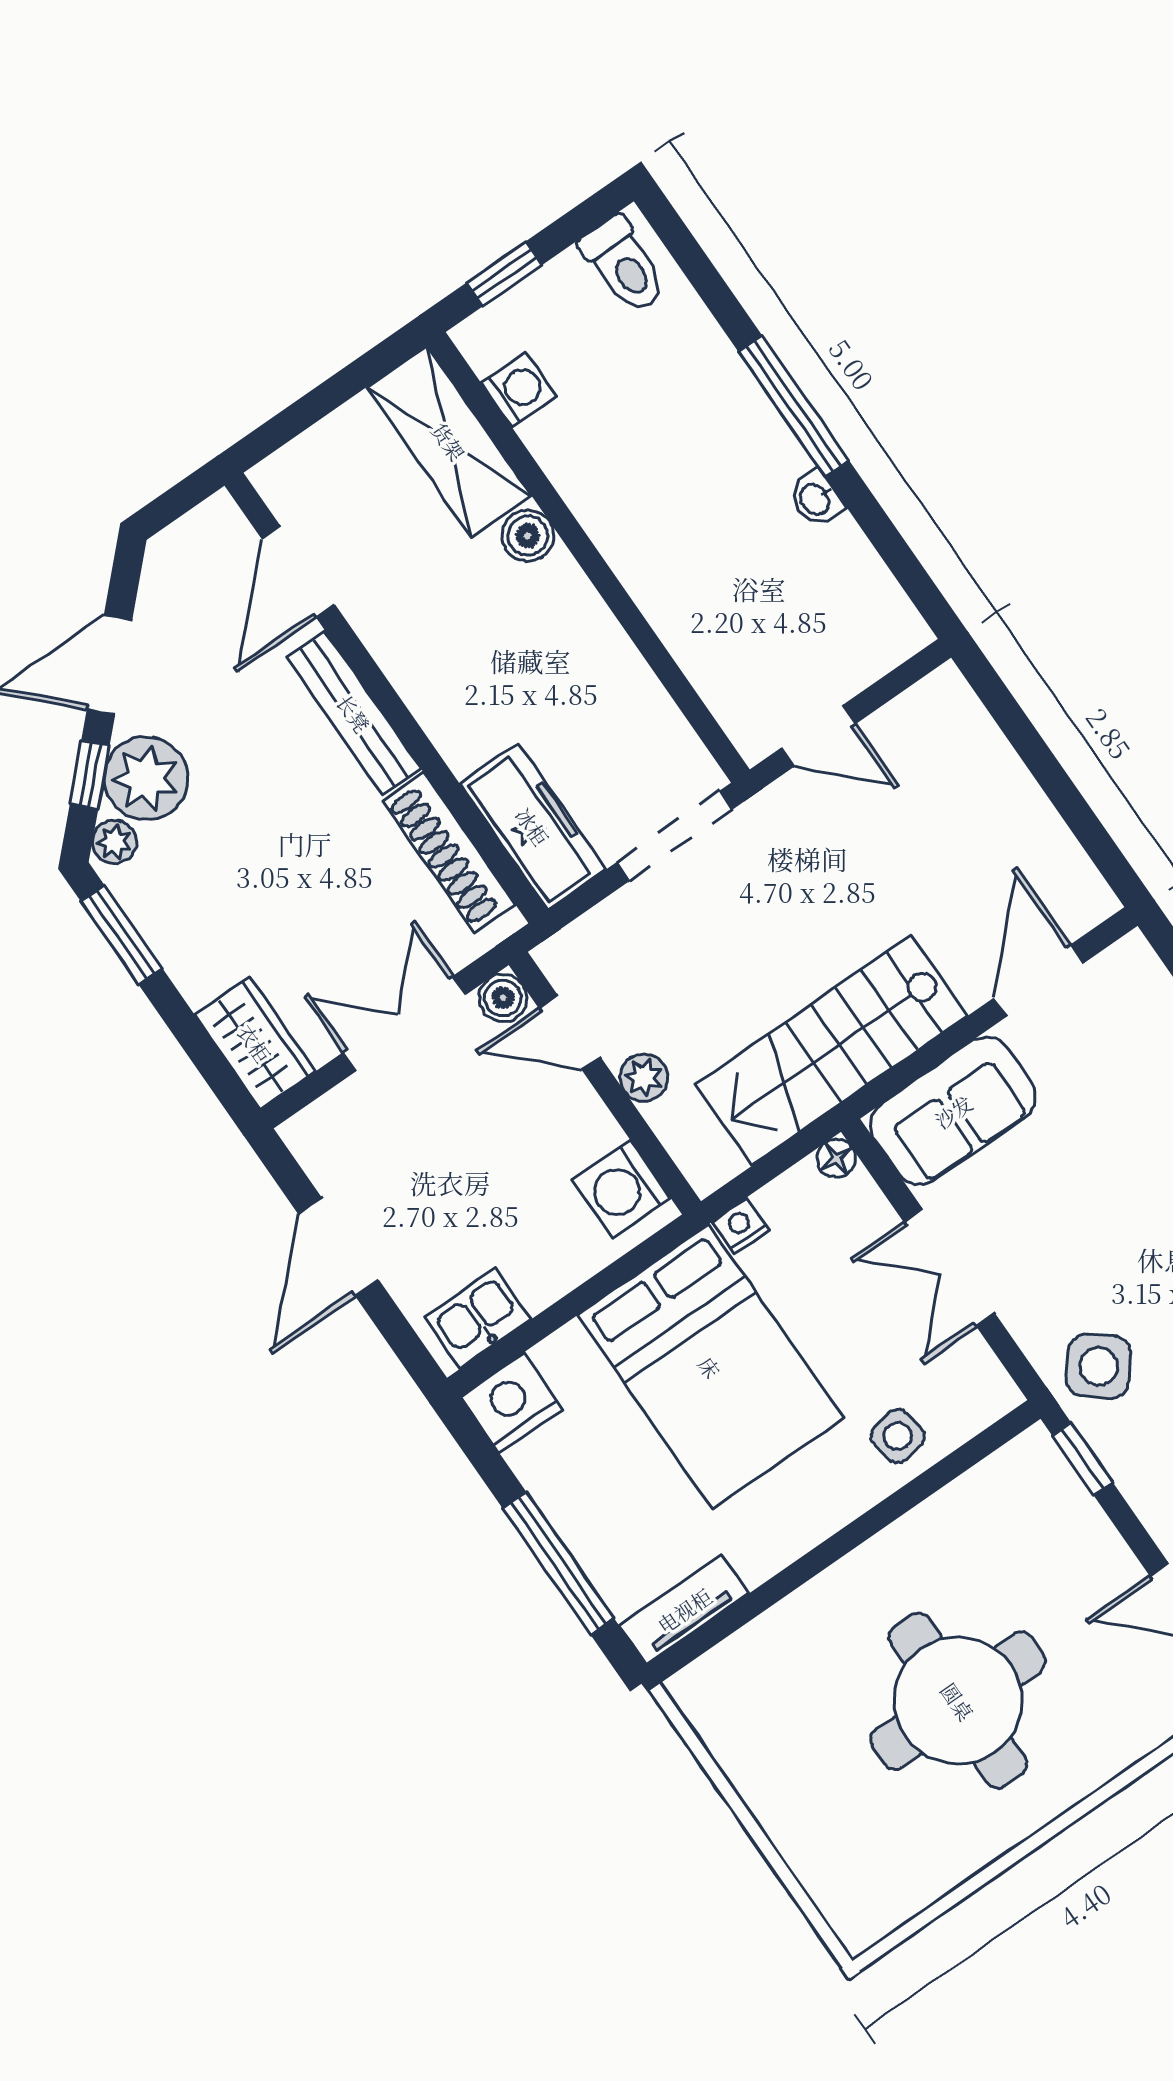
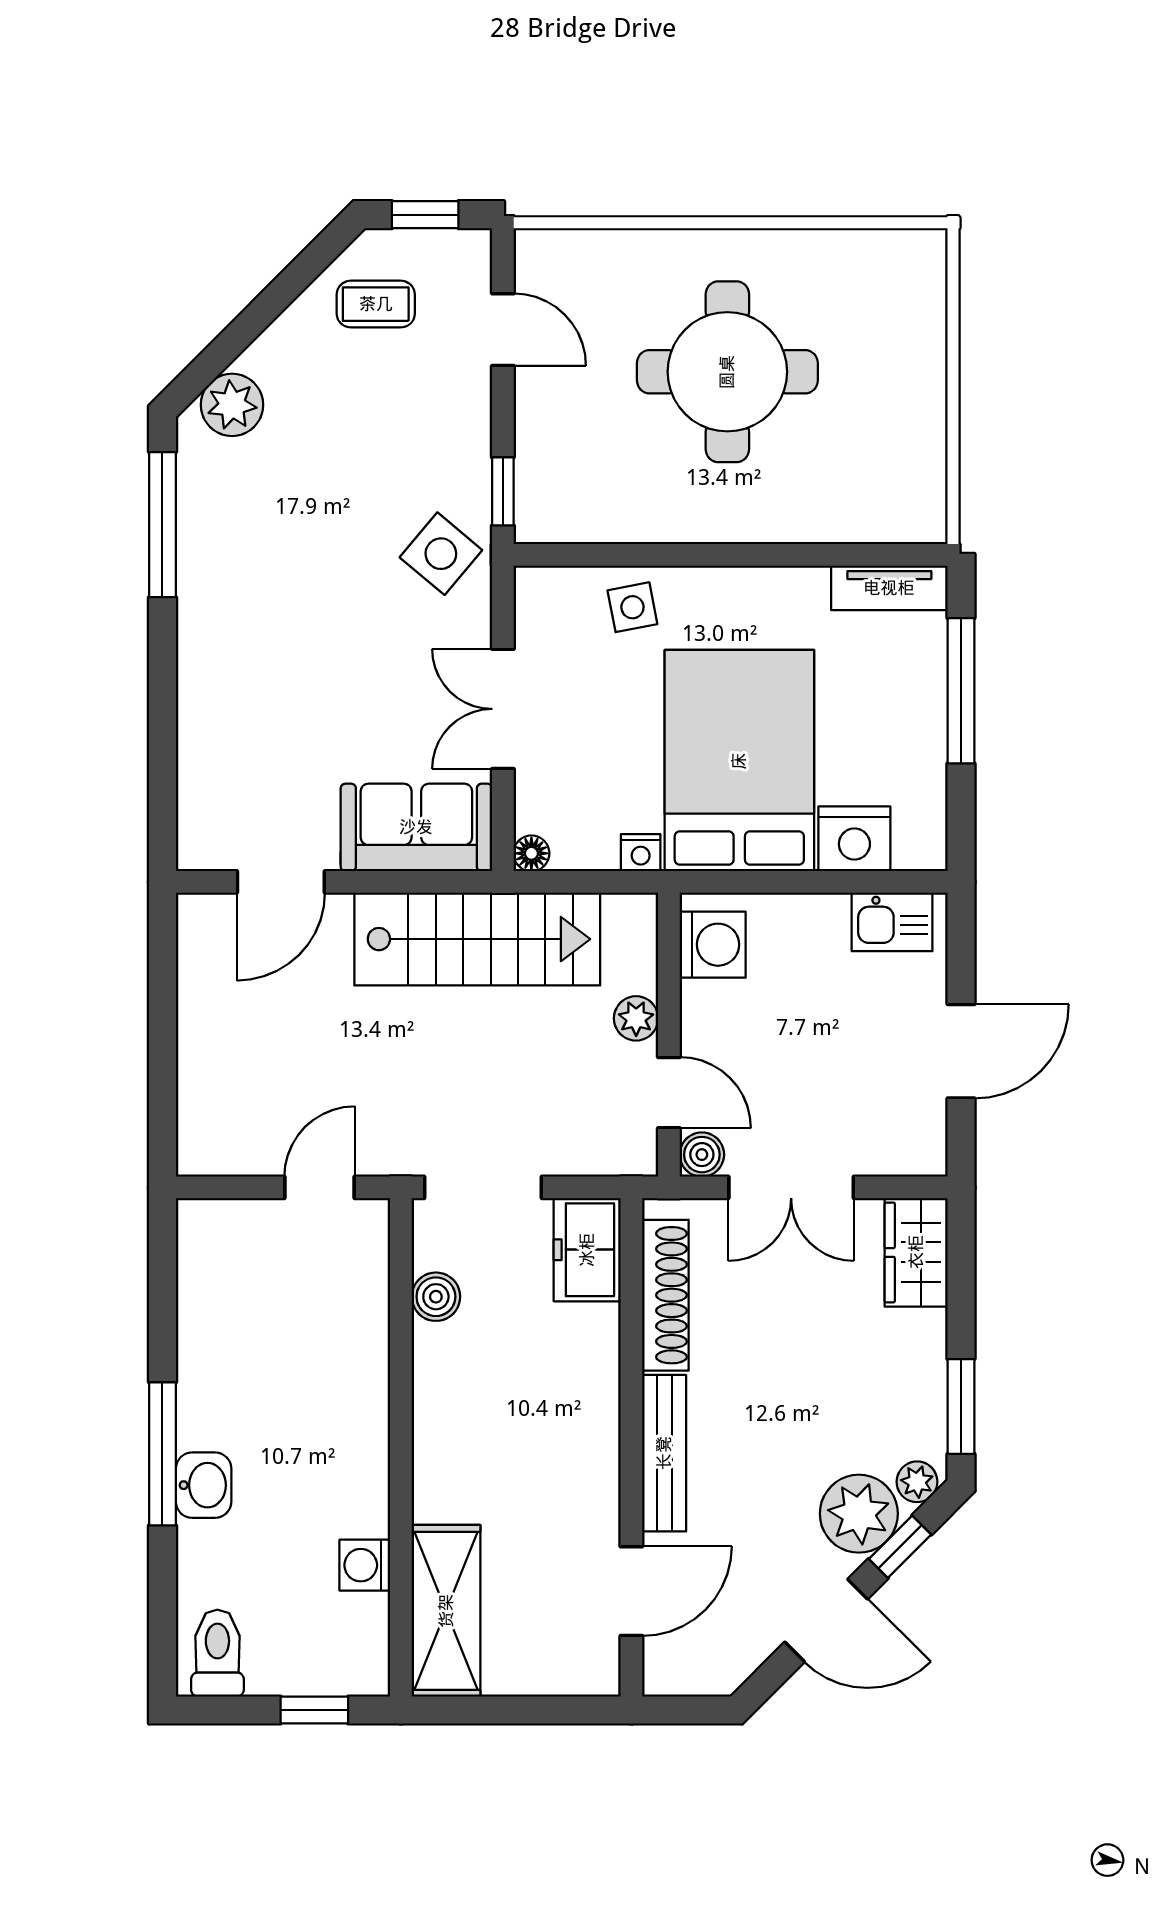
washing machine: (519, 390) -> (365, 1565), moved
washbasin: (816, 499) -> (204, 1485), moved, width x1.38, depth x1.45
boiler: (528, 536) -> (436, 1297), moved
door: (818, 736) -> (320, 1187), hinge flipped
freezer: (533, 826) -> (587, 1250), width x0.71
double door: (949, 1268) -> (503, 709), swing flipped
nightstand: (511, 1403) -> (854, 839), moved

